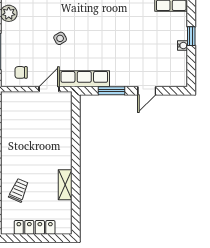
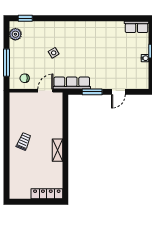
shelving: (65, 185) -> (57, 150), moved
trolley: (19, 190) -> (24, 141), moved
locker: (35, 227) -> (47, 194), moved

